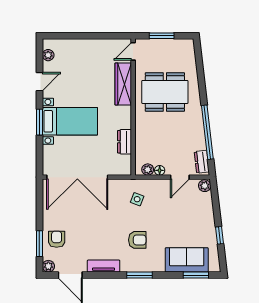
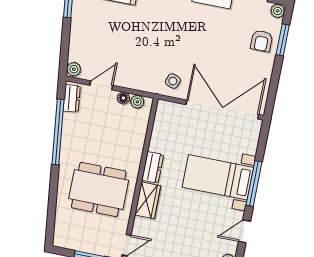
wardrobe: (123, 84) -> (148, 200), width x0.67
window: (39, 122) -> (254, 184), width x1.44
dresser: (125, 142) -> (153, 167), moved
side table: (137, 199) -> (173, 81), moved
armchair: (137, 240) -> (166, 21), removed

